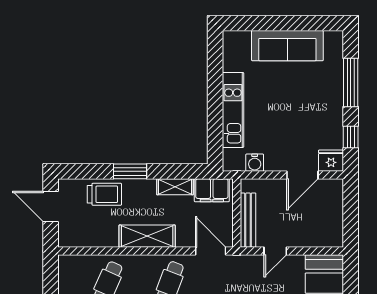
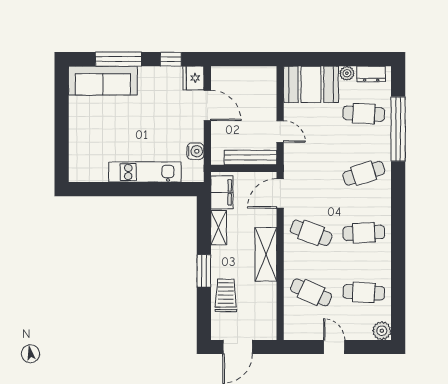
sofa: (287, 46) -> (103, 81), moved, turned 90

